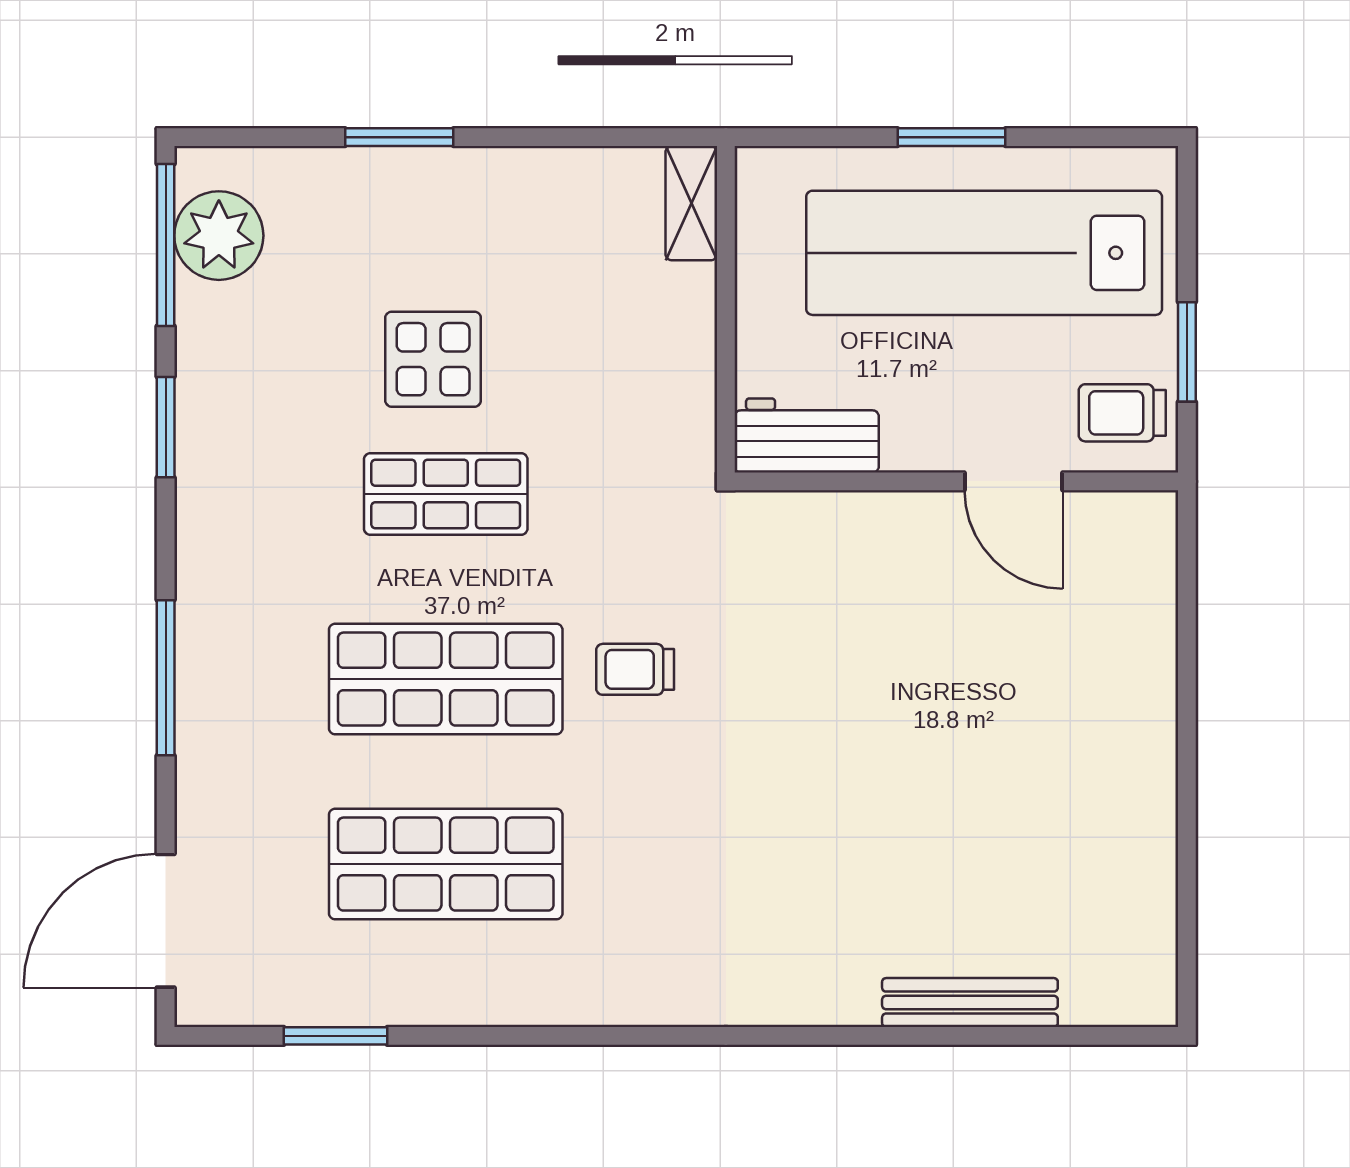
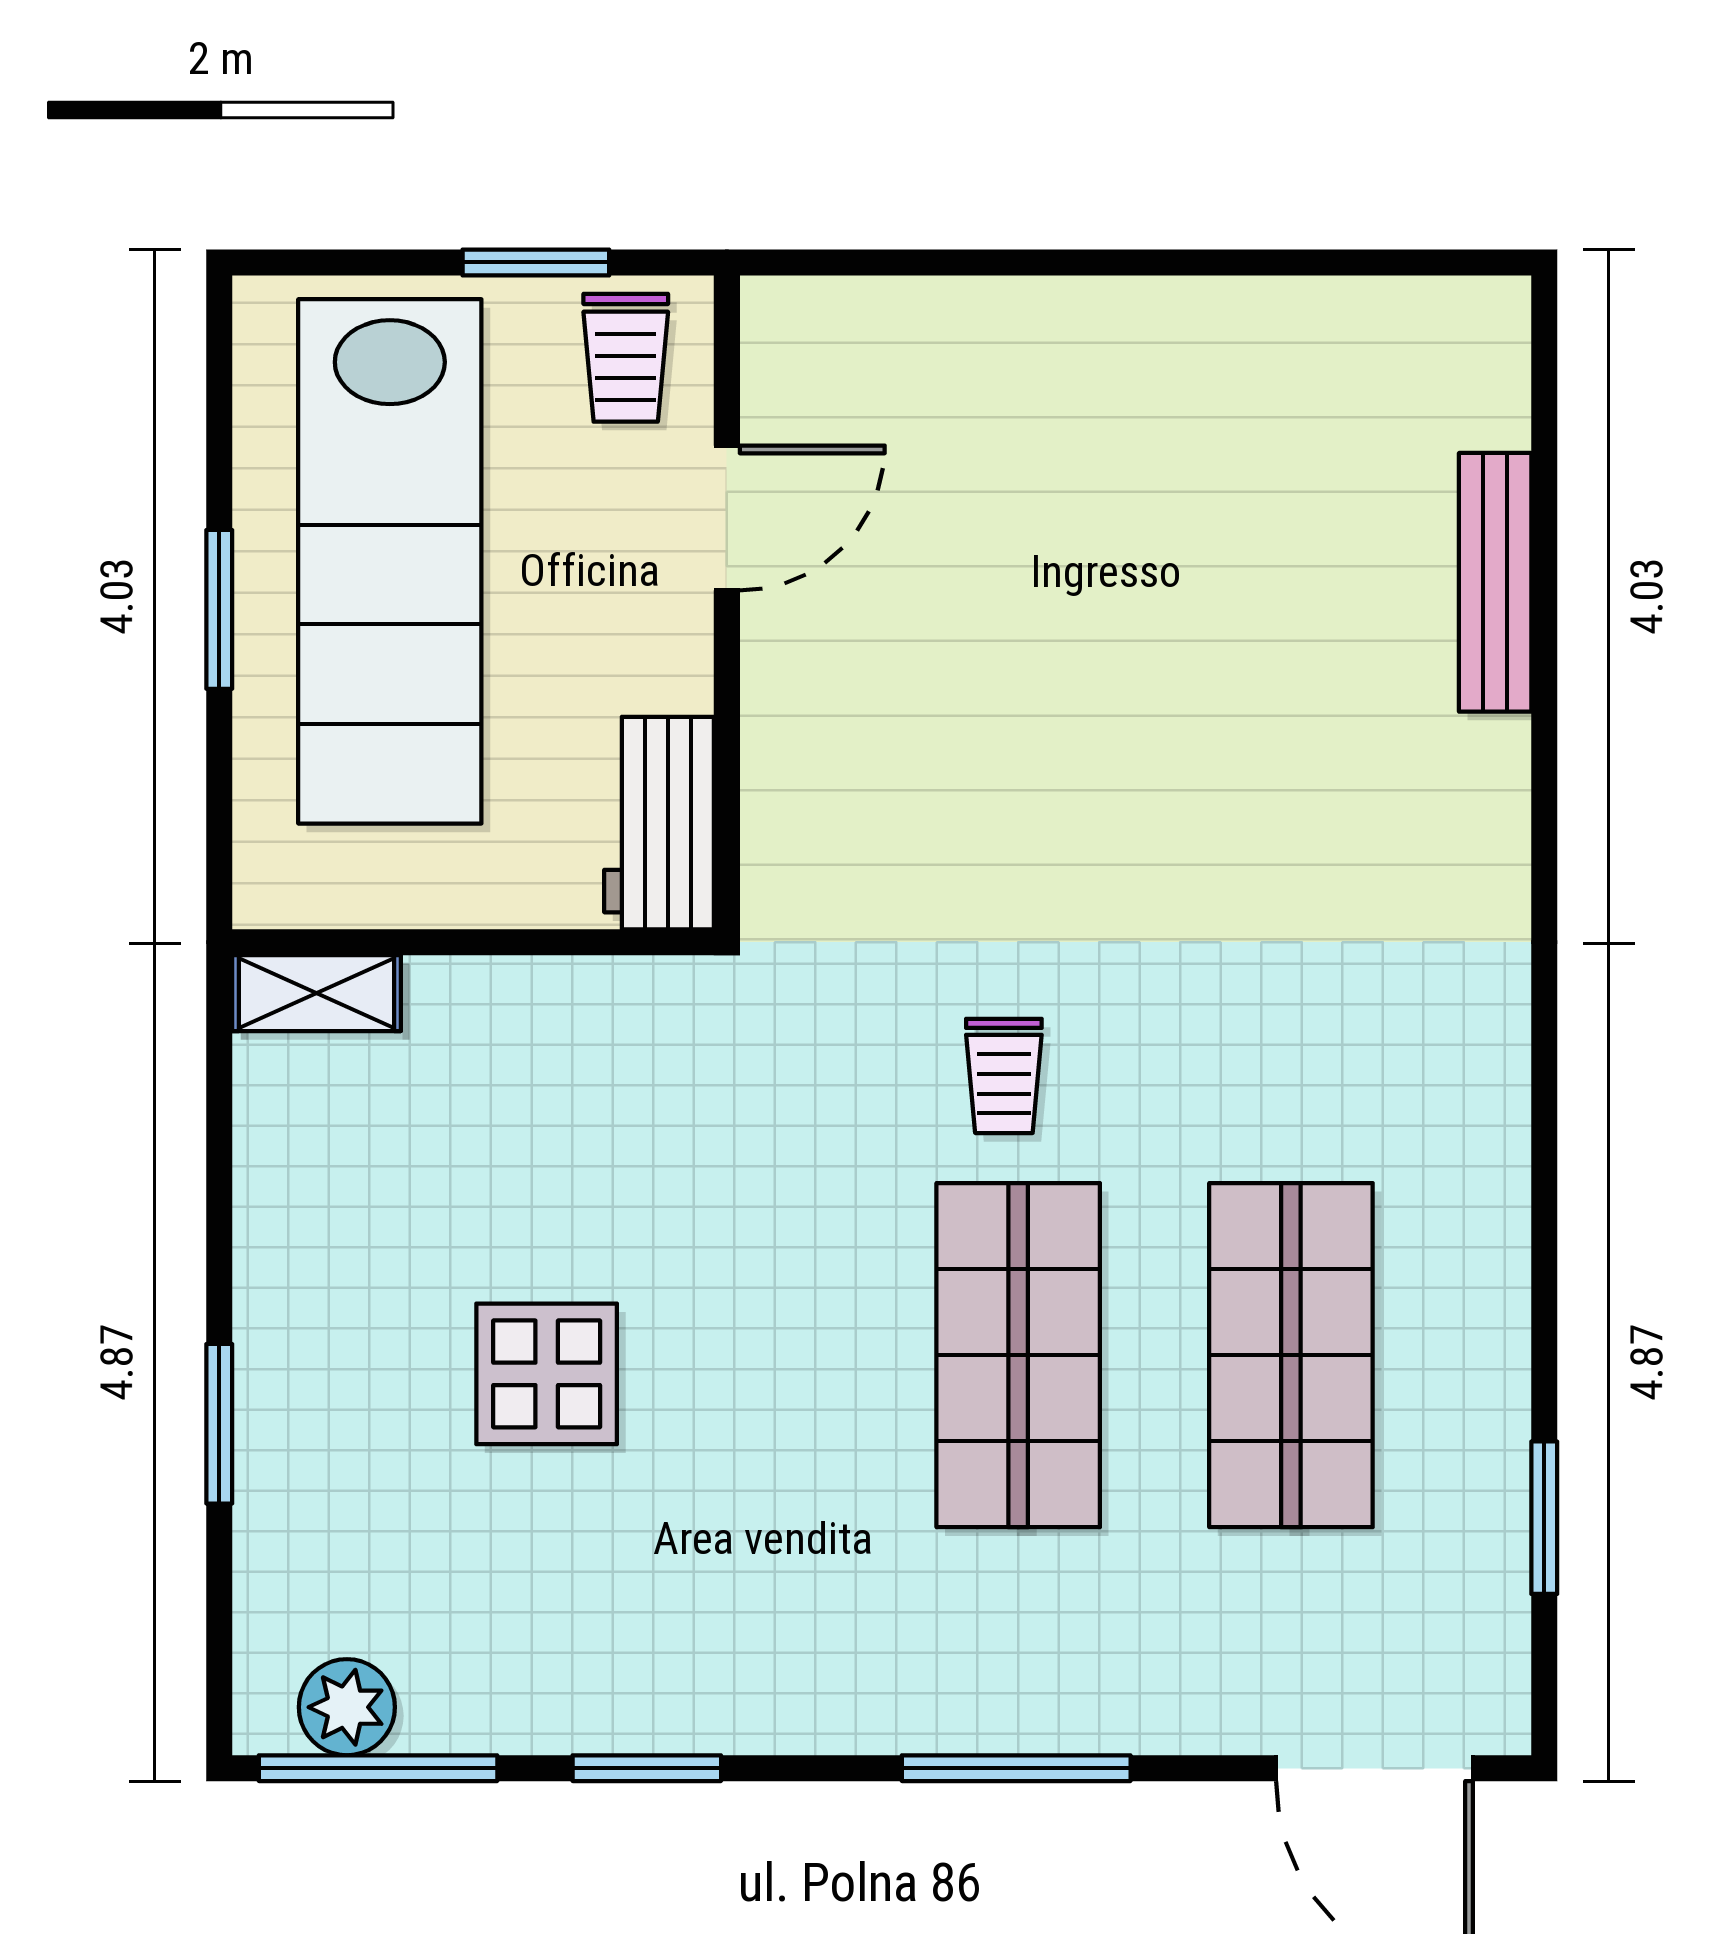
plant: (219, 236) -> (347, 1707), width x0.73, depth x0.73
shop shelf: (446, 494) -> (745, 1355), removed

